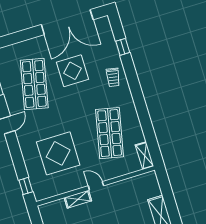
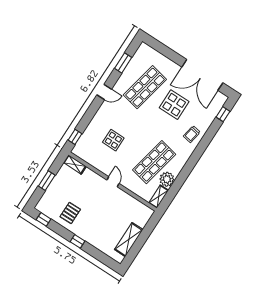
window: (123, 47) -> (223, 114), moved
plant: (135, 135) -> (167, 179), added
display table: (58, 153) -> (113, 140), width x0.54, depth x0.54
shelving: (78, 199) -> (75, 164), moved

